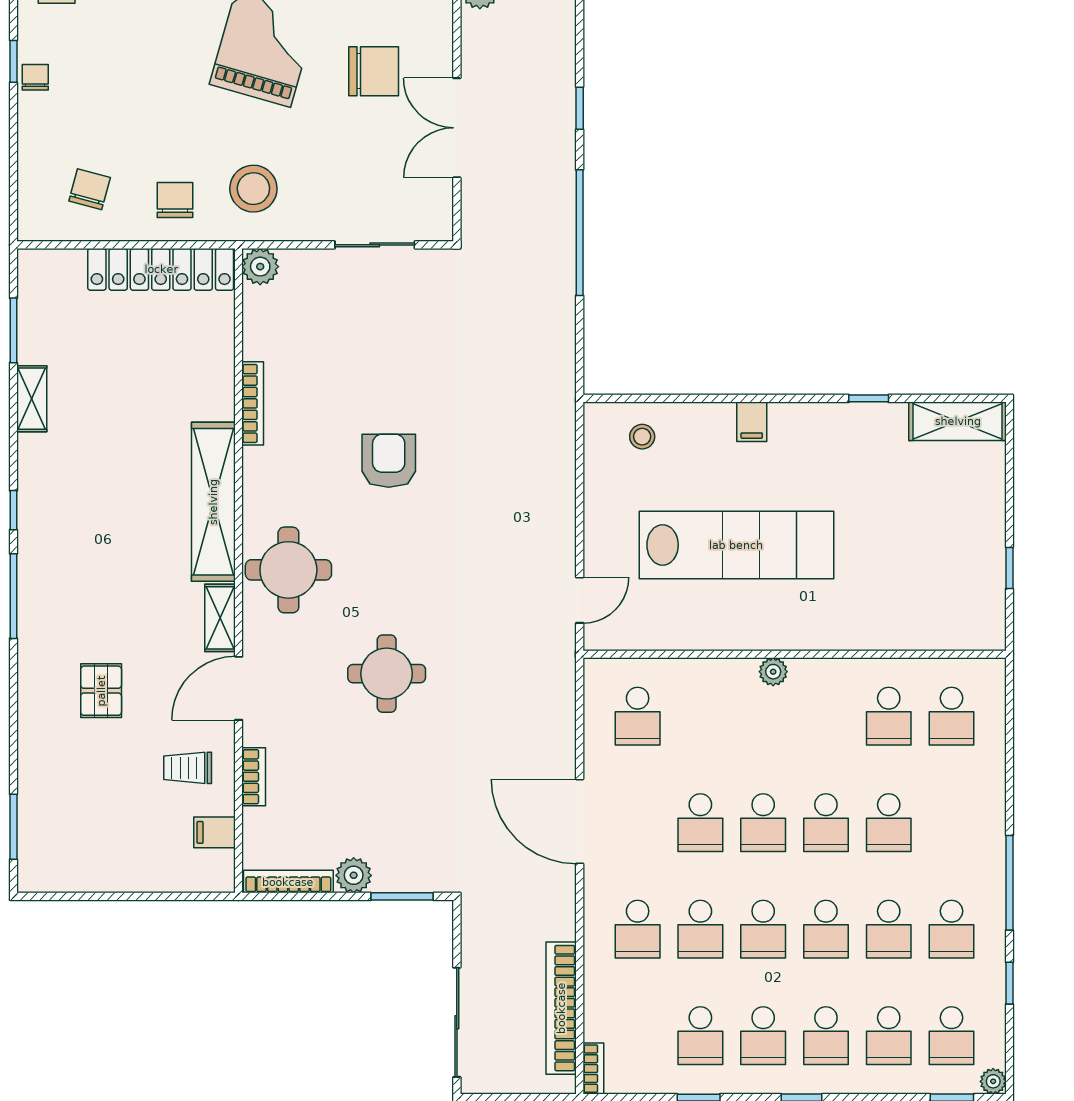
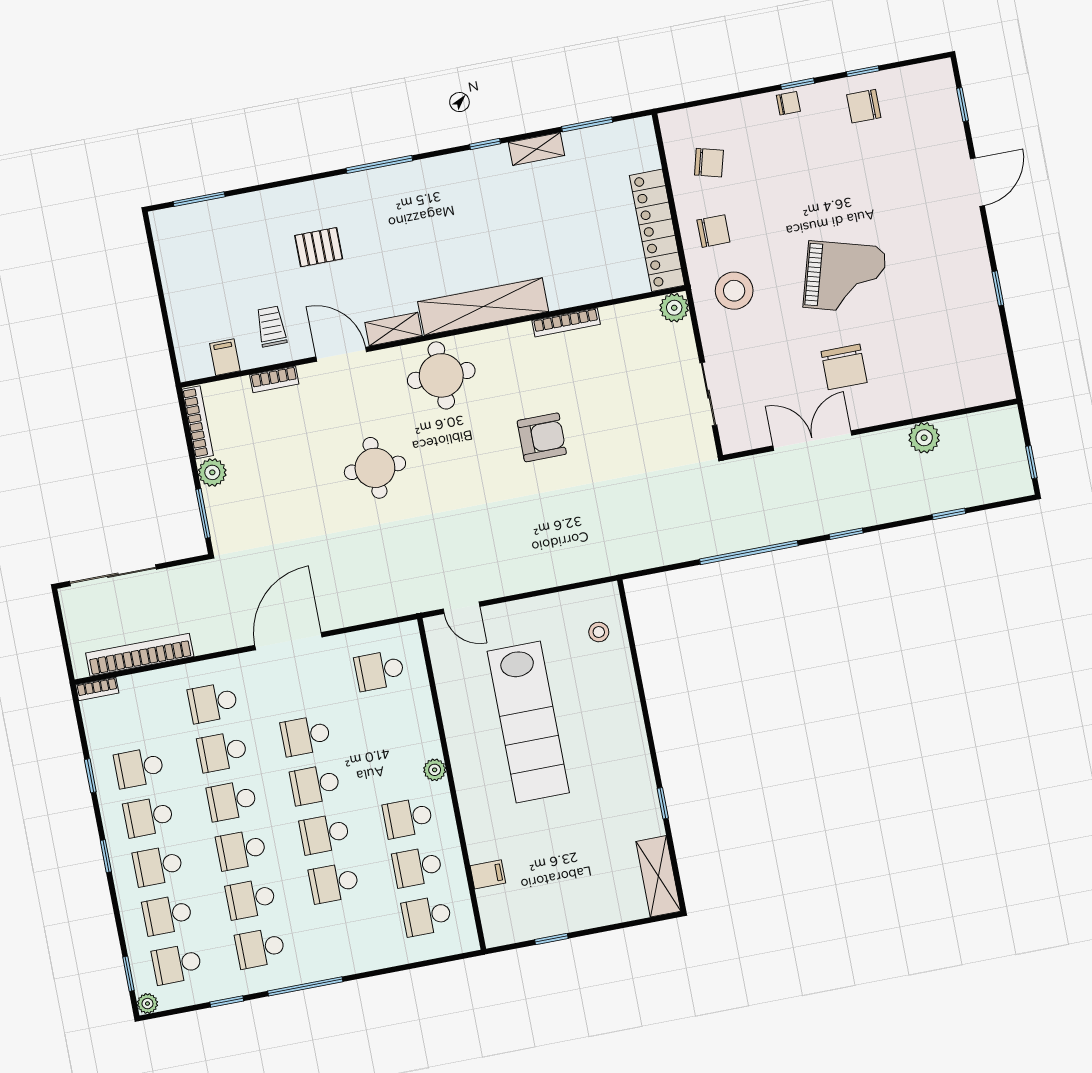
filing cabinet: (752, 422) -> (488, 874), moved, turned 180
window: (13, 510) -> (485, 144), moved
school desk: (826, 716) -> (408, 818), added

